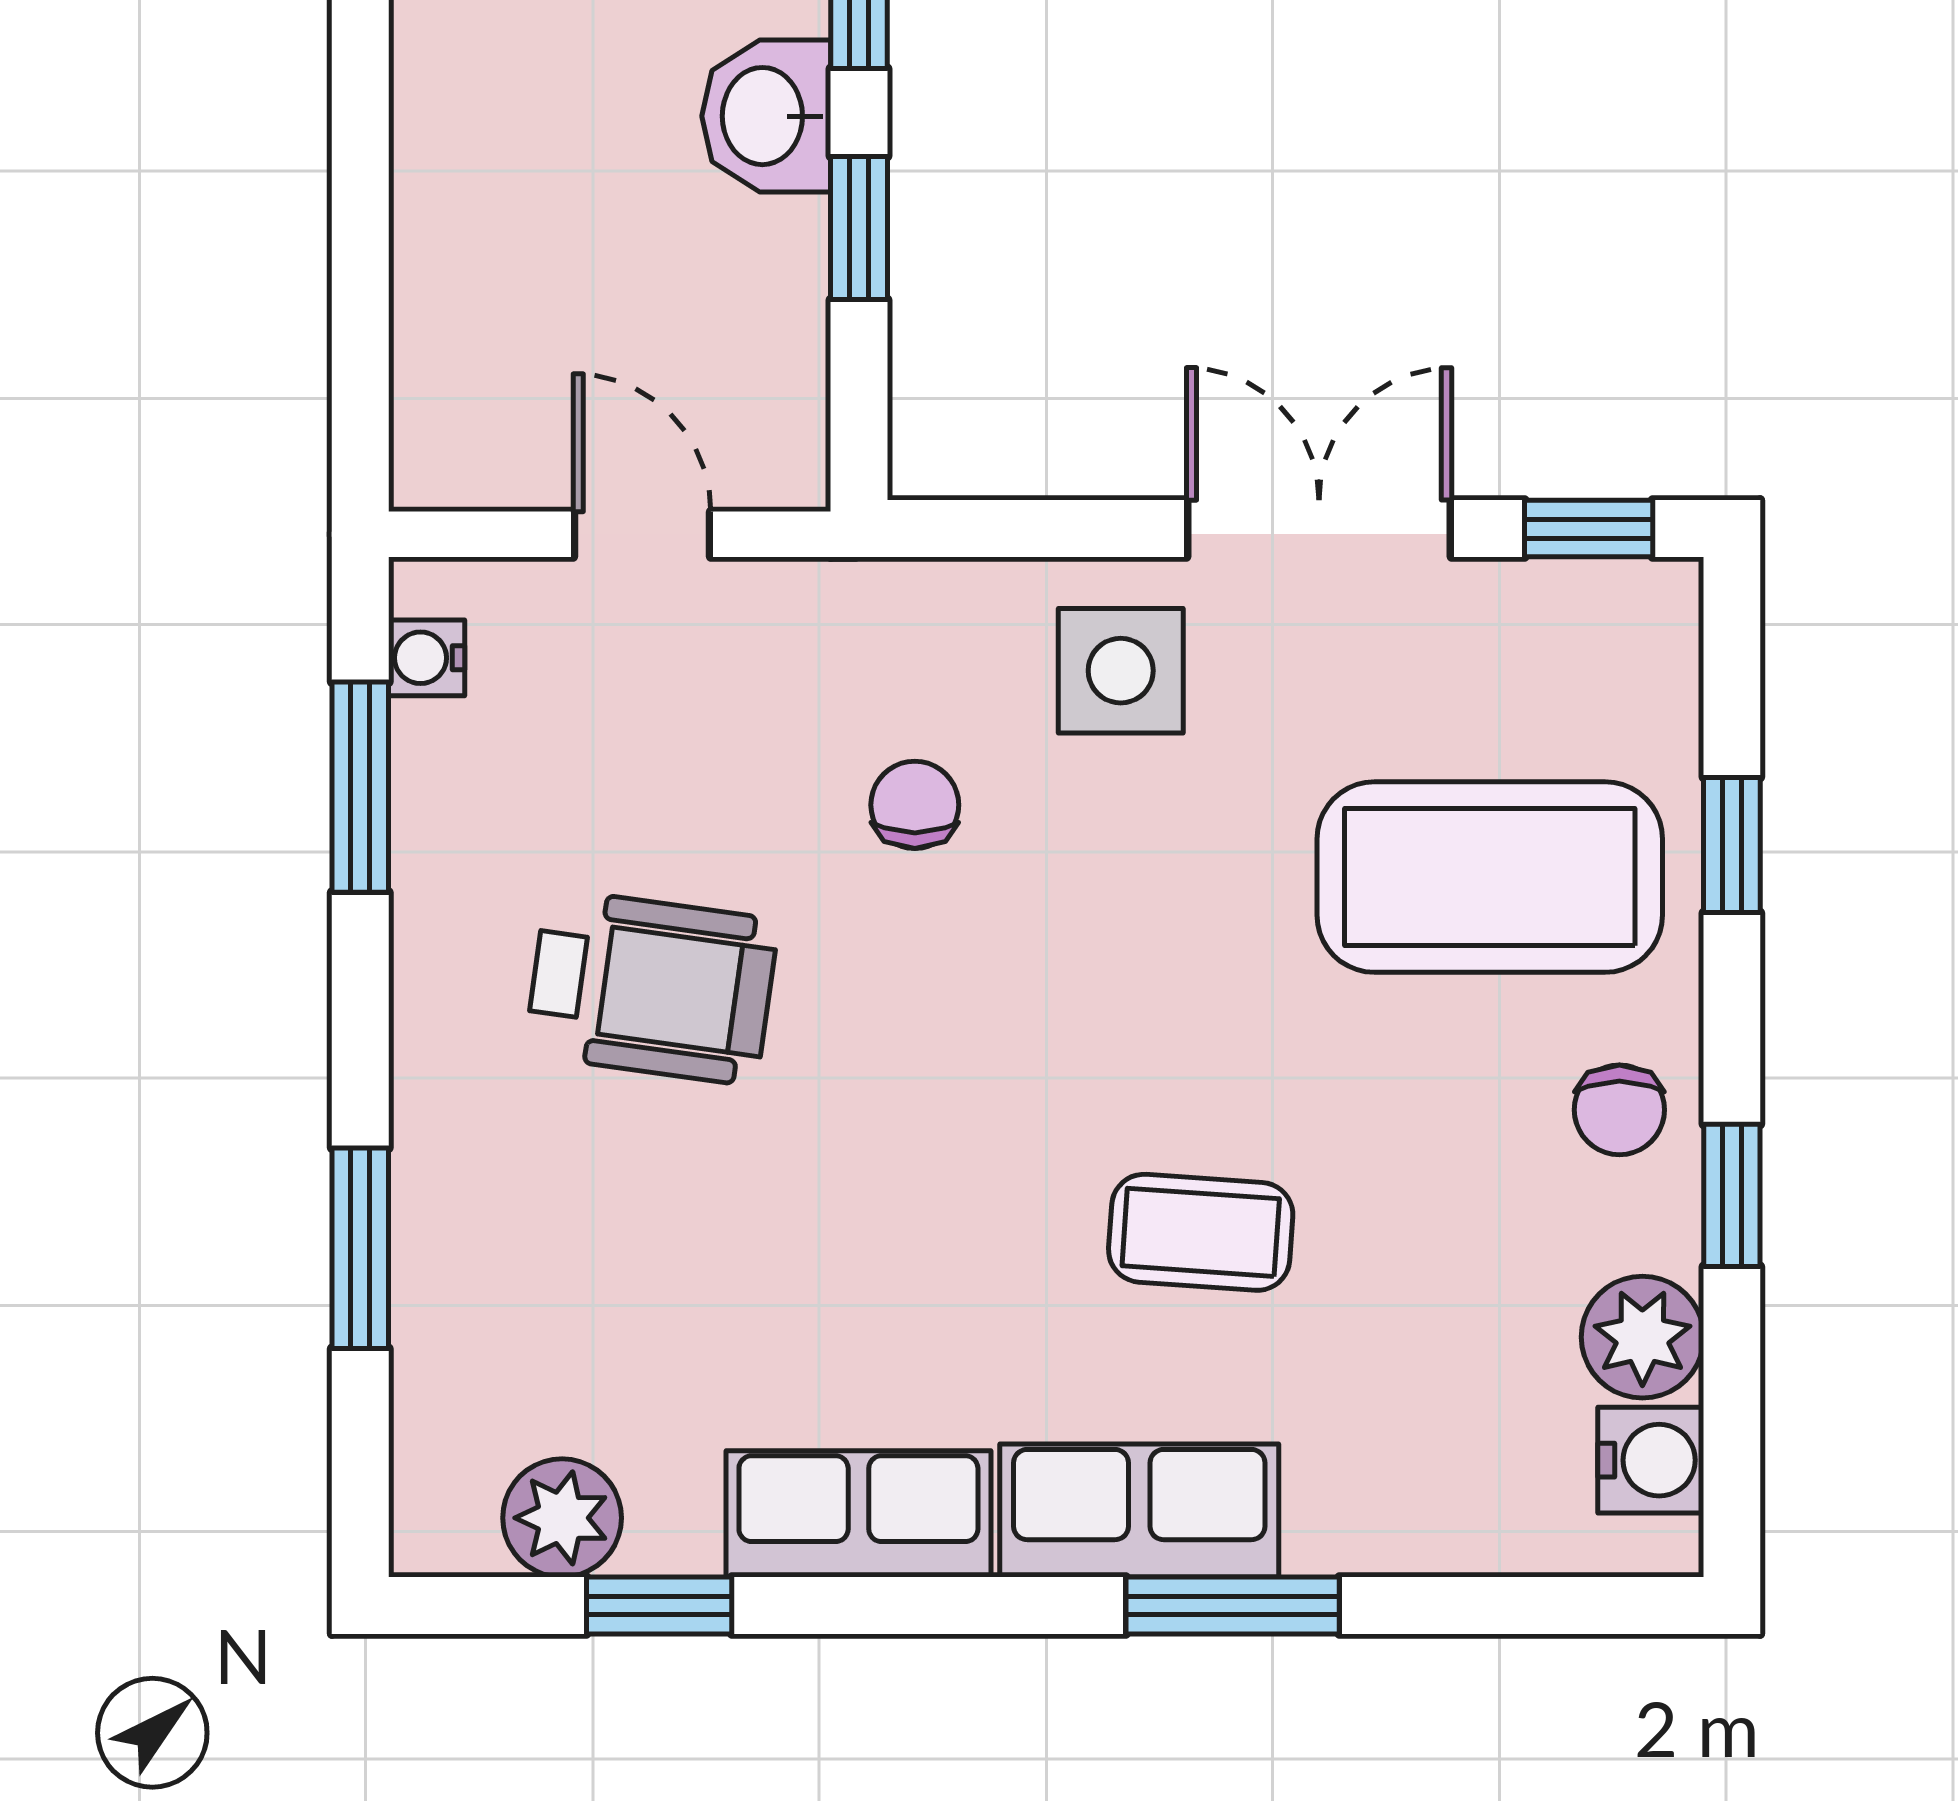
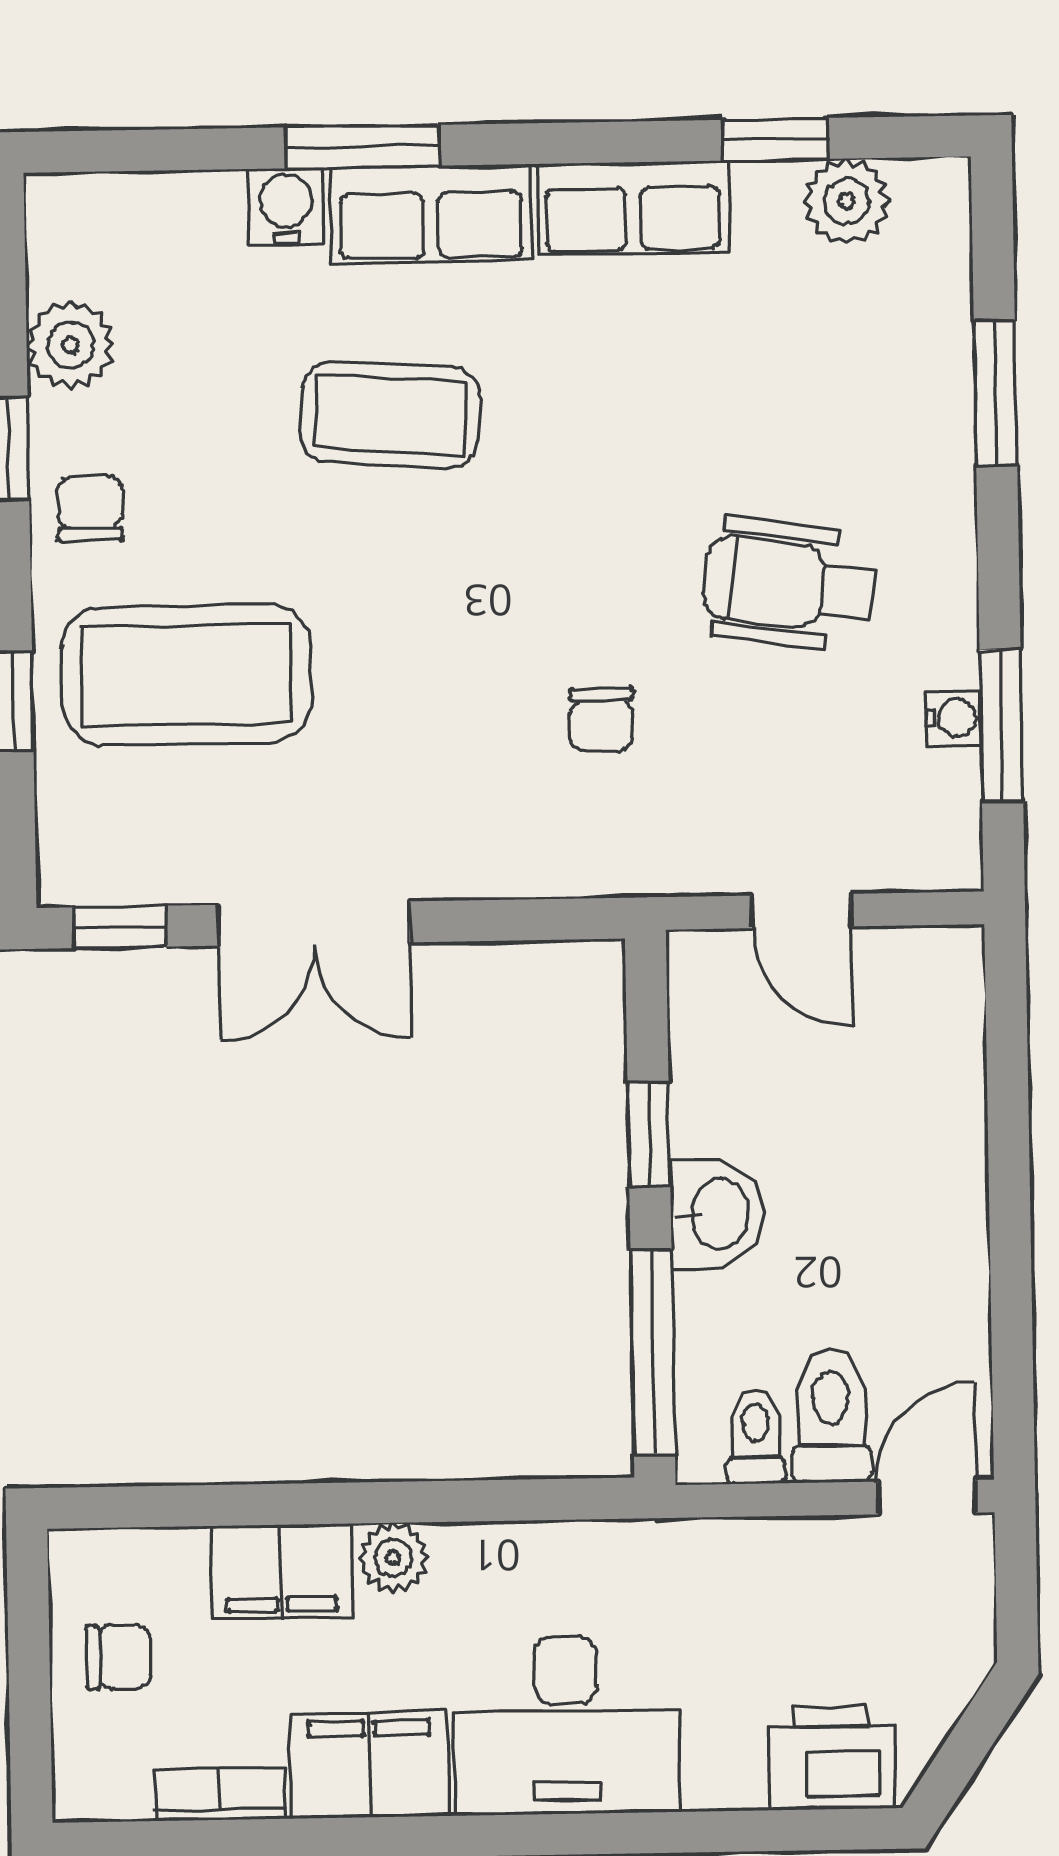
water cooler: (427, 658) -> (953, 718), moved
side table: (1121, 671) -> (455, 819), removed
coffee table: (1201, 1232) -> (390, 415), width x1.36, depth x1.30
water cooler: (1651, 1460) -> (286, 206), moved, turned 90

